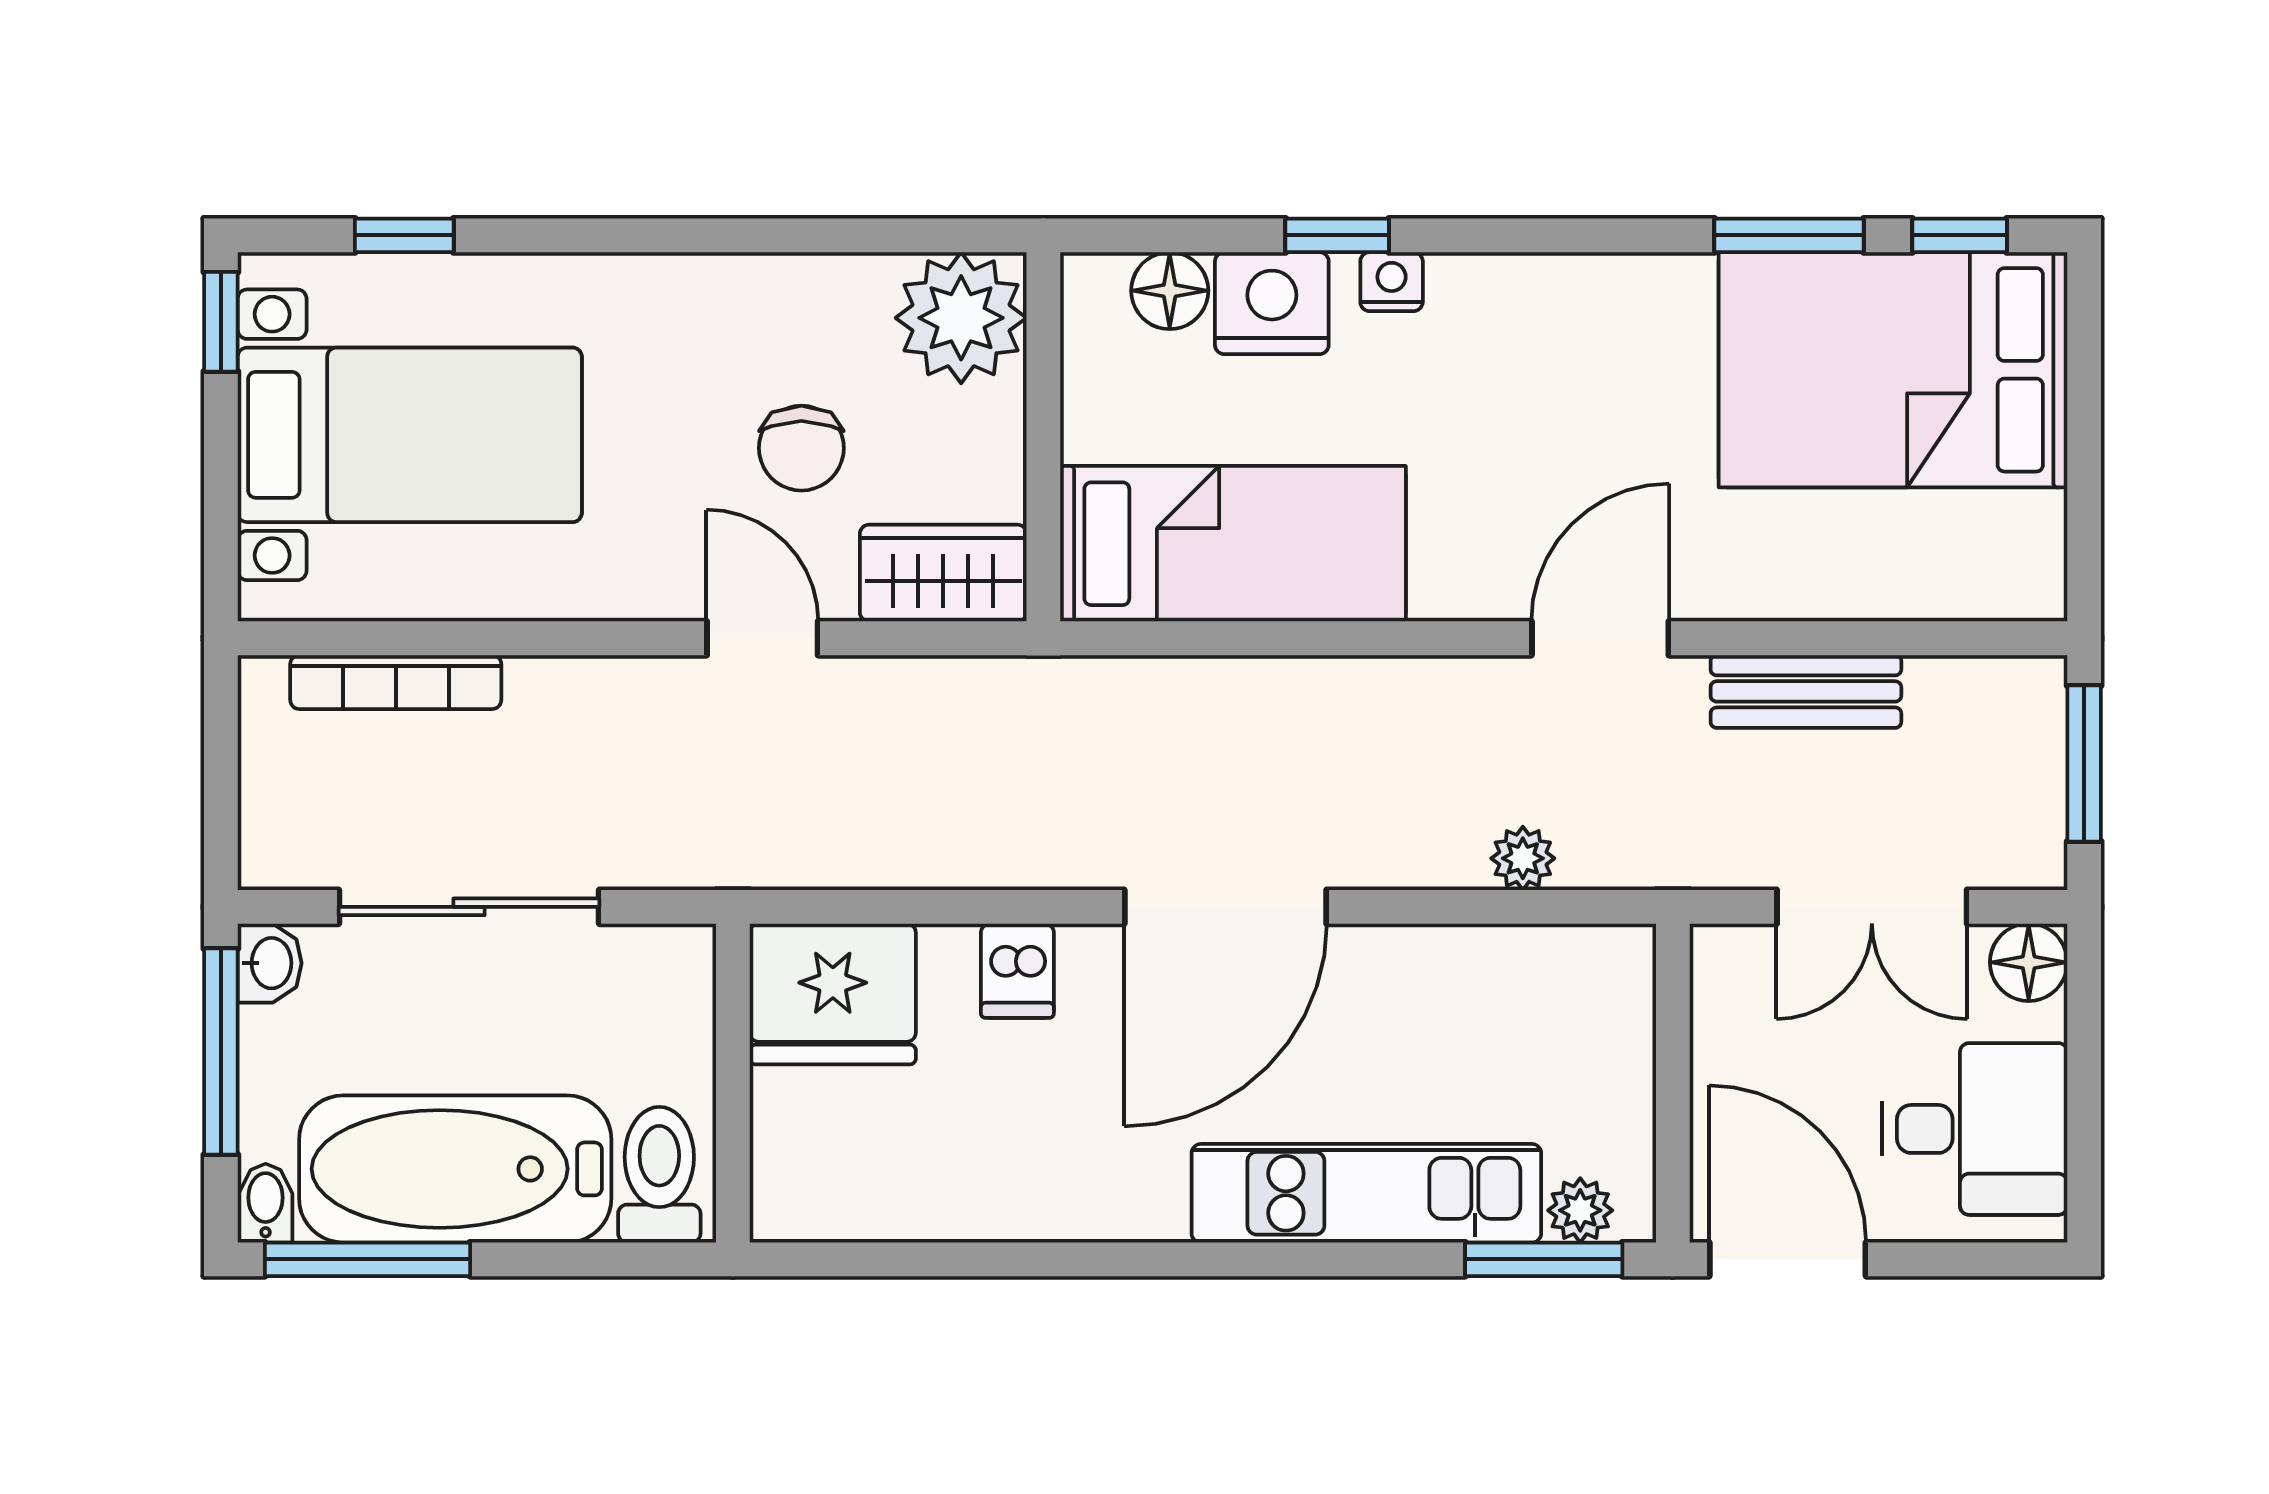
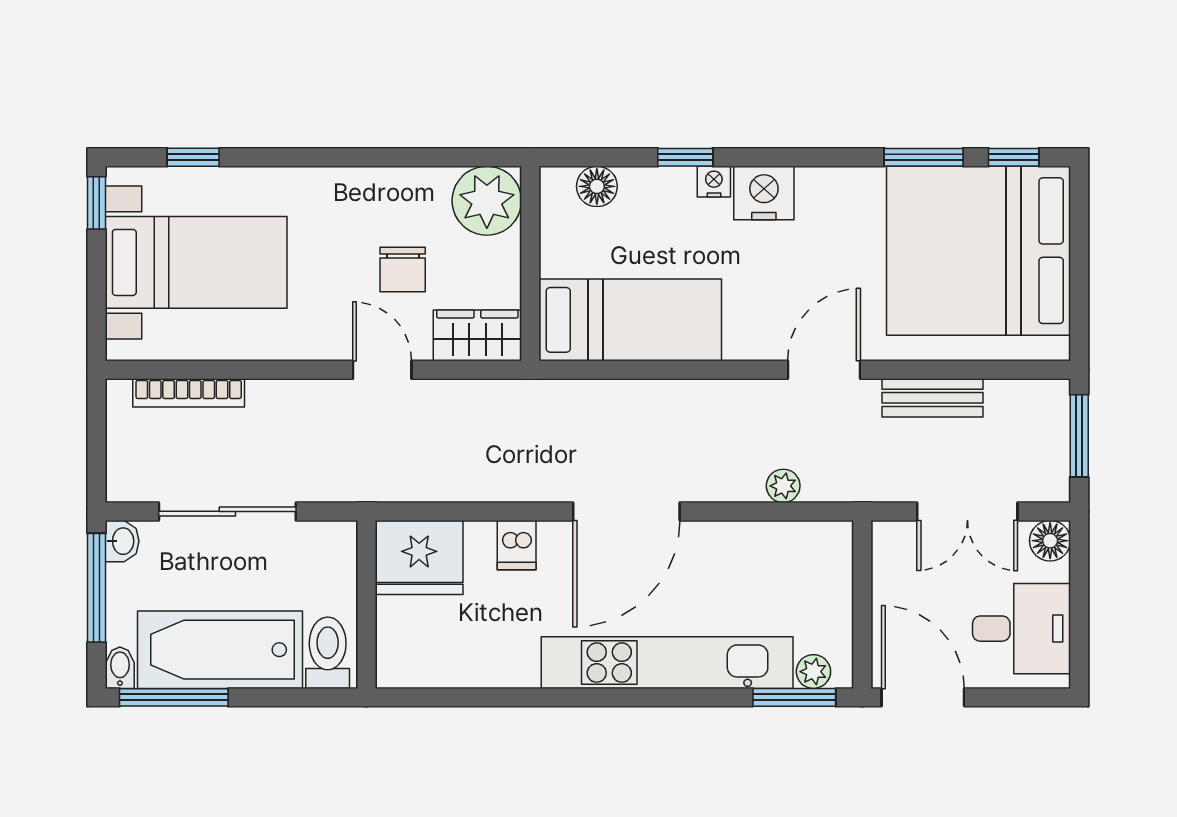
nightstand: (1272, 303) -> (764, 193), moved
bed: (1893, 370) -> (978, 251), width x1.36
kitchen unit: (1366, 1193) -> (667, 663), width x1.36

